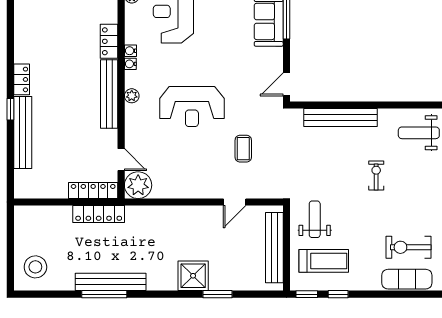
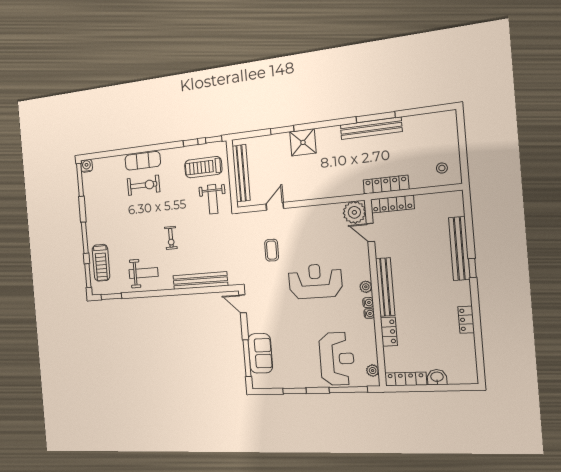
water cooler: (131, 51) -> (368, 302), moved
locker: (22, 79) -> (466, 320), moved
door: (286, 84) -> (243, 304), swing flipped
stool: (35, 267) -> (442, 168), moved, width x0.53, depth x0.53

